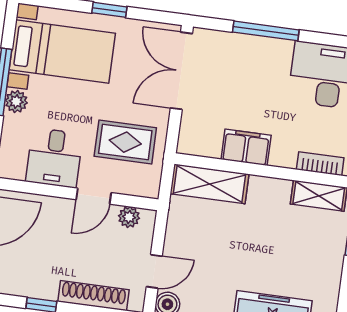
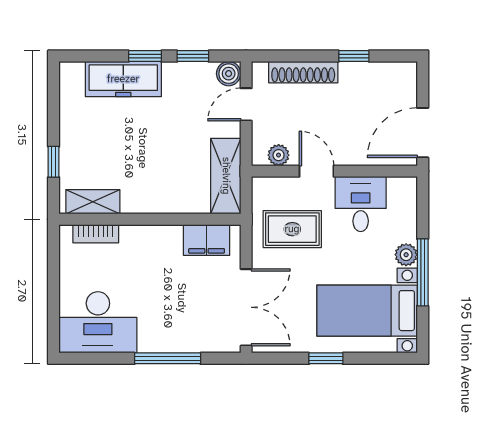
filing cabinet: (246, 147) -> (207, 240), moved
shelving: (209, 184) -> (226, 176), moved, turned 90
door: (94, 196) -> (316, 171), hinge flipped

